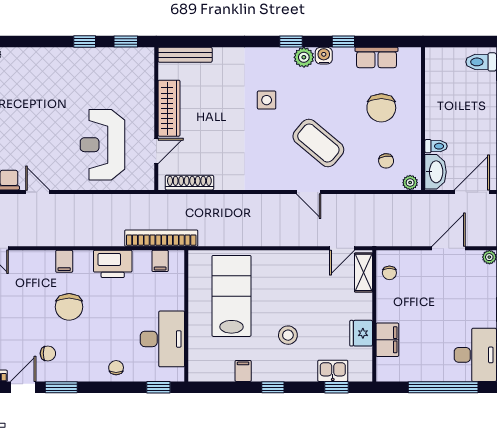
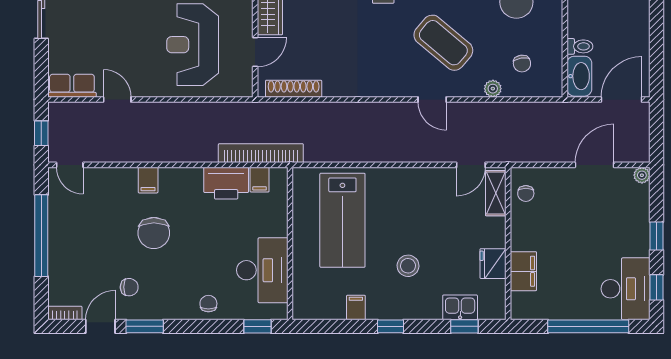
plant: (410, 183) -> (493, 89), moved
printer: (113, 264) -> (226, 183), moved
lab bench: (231, 296) -> (342, 220), turned 180

